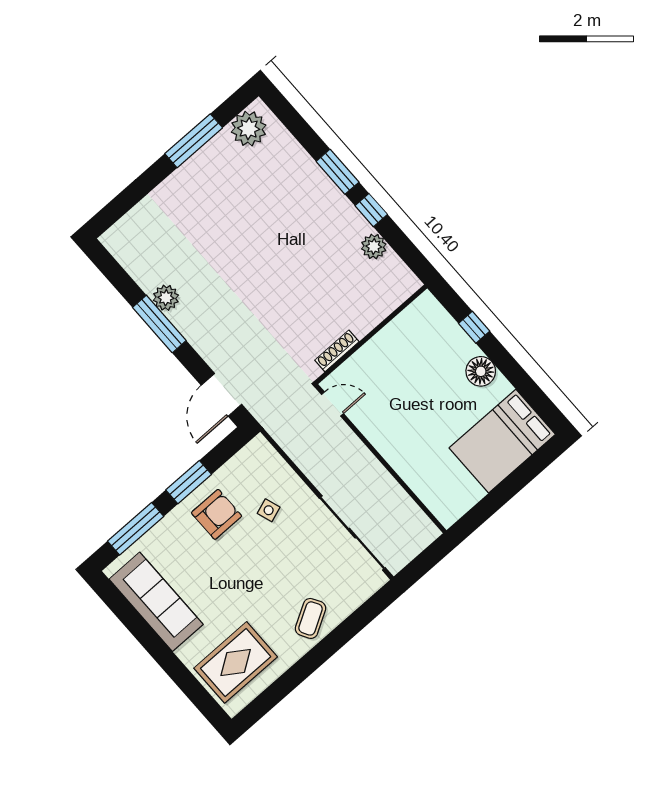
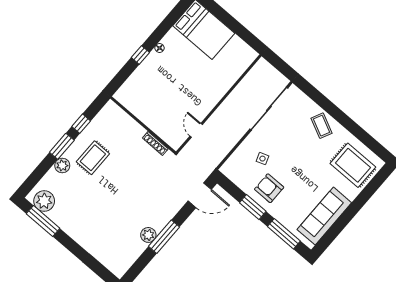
window: (194, 141) -> (43, 221), moved
rug: (311, 222) -> (93, 158), added
plant: (374, 247) -> (62, 166), moved
wall: (371, 334) -> (143, 125), moved
shoe rack: (337, 351) -> (155, 144), moved
floor lamp: (481, 371) -> (160, 48), width x0.53, depth x0.53
coffee table: (311, 618) -> (321, 126), turned 56

